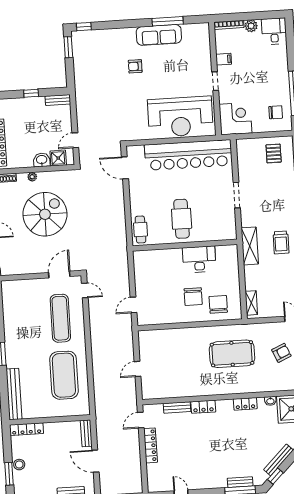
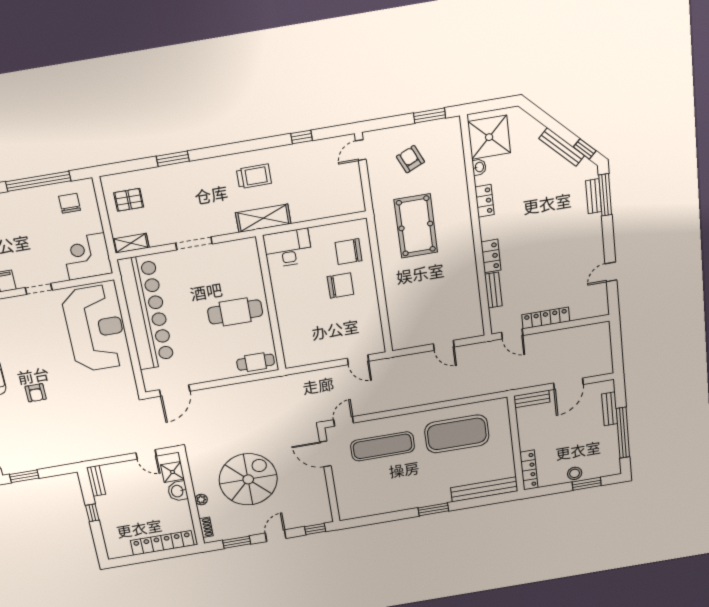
spiral stairs: (45, 214) -> (248, 479), turned 90
desk: (199, 259) -> (288, 248), moved, turned 90
shelving: (251, 303) -> (131, 243), moved

